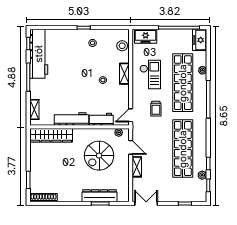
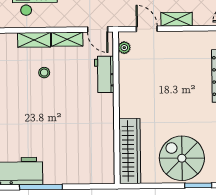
shelving: (34, 109) -> (67, 39), moved
workbench: (72, 119) -> (104, 120), removed
door: (131, 147) -> (147, 29), hinge flipped
spiral stairs: (99, 156) -> (182, 158), moved, turned 180

